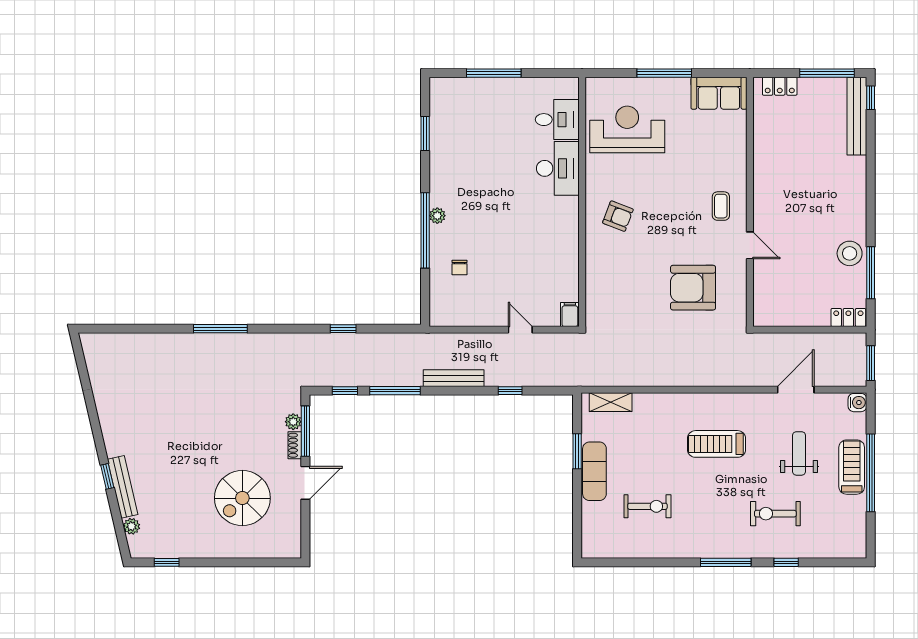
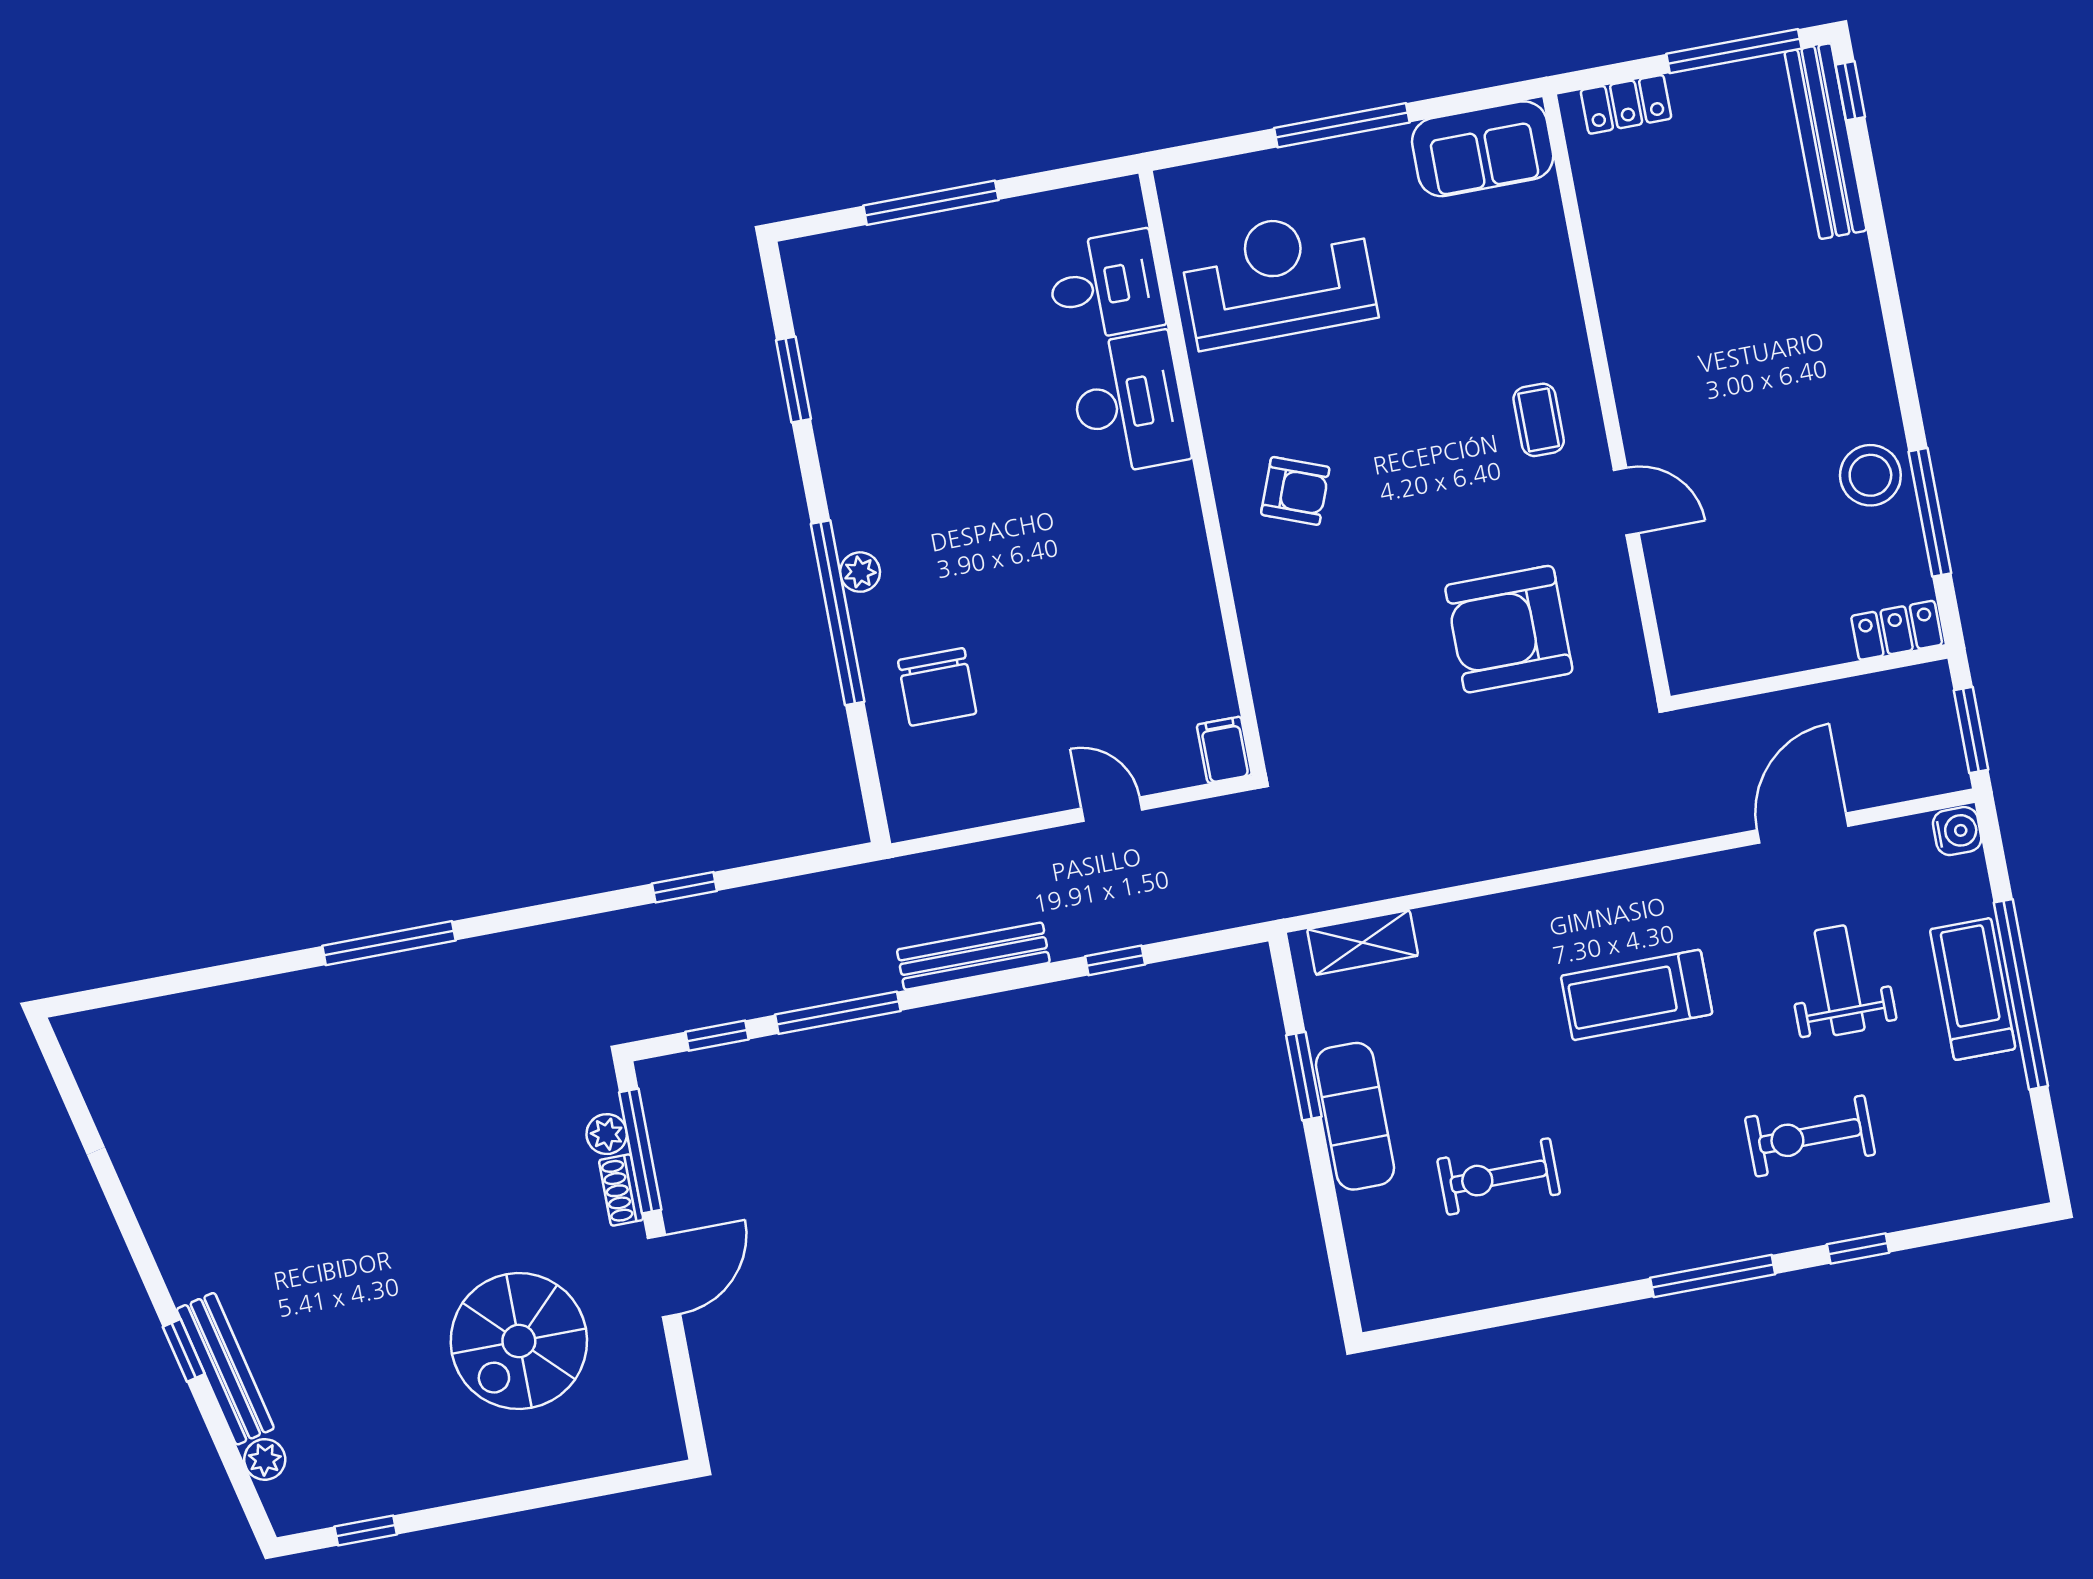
chair: (460, 268) -> (937, 687), width x1.87, depth x1.87
exercise bike: (647, 506) -> (1499, 1177), turned 180

